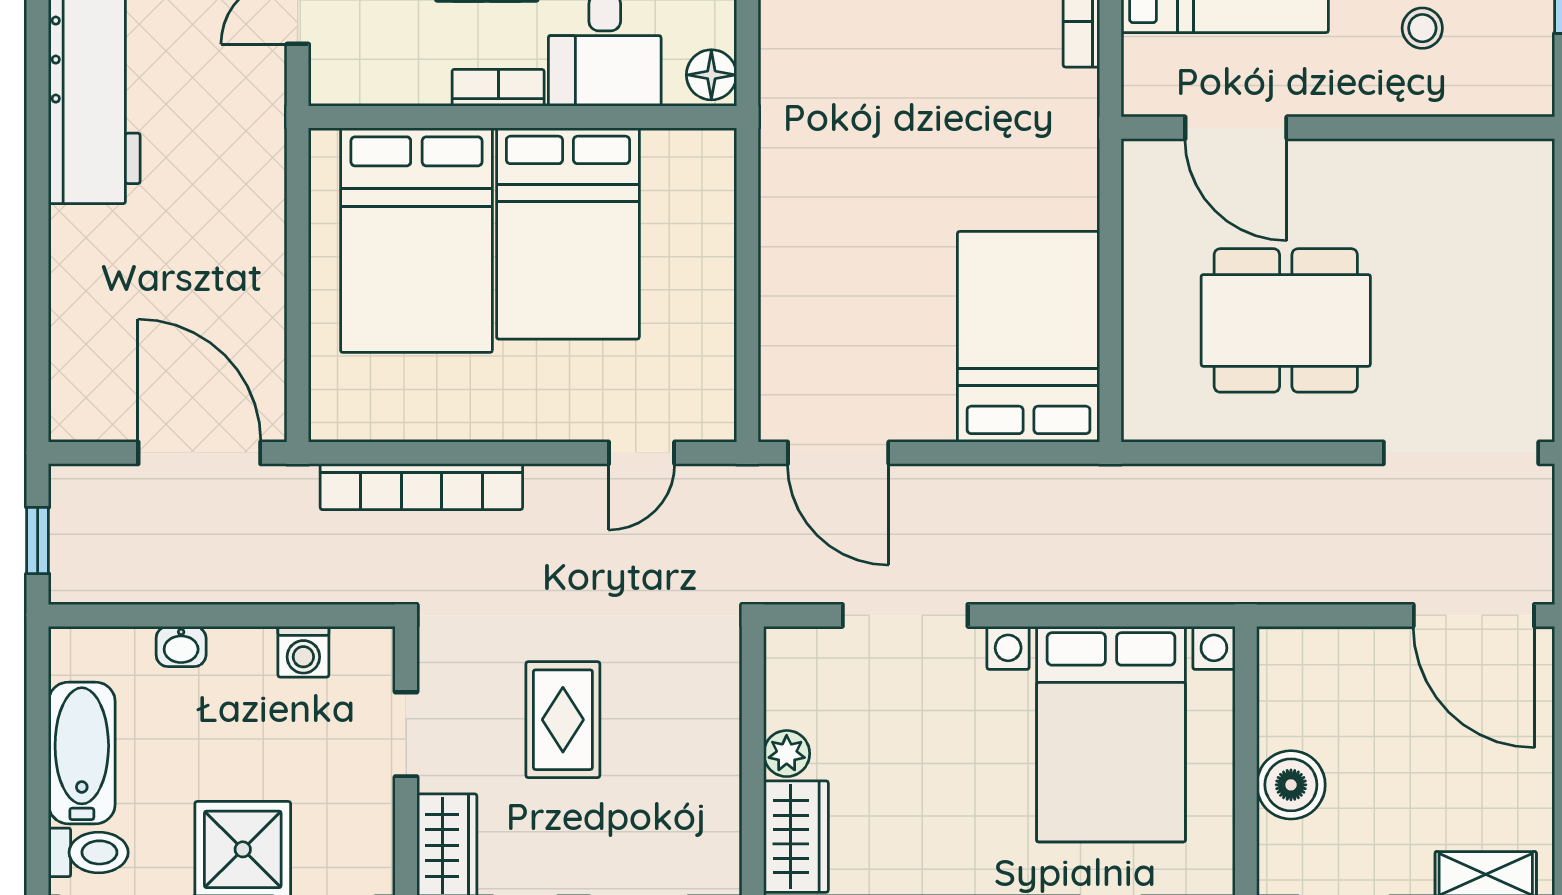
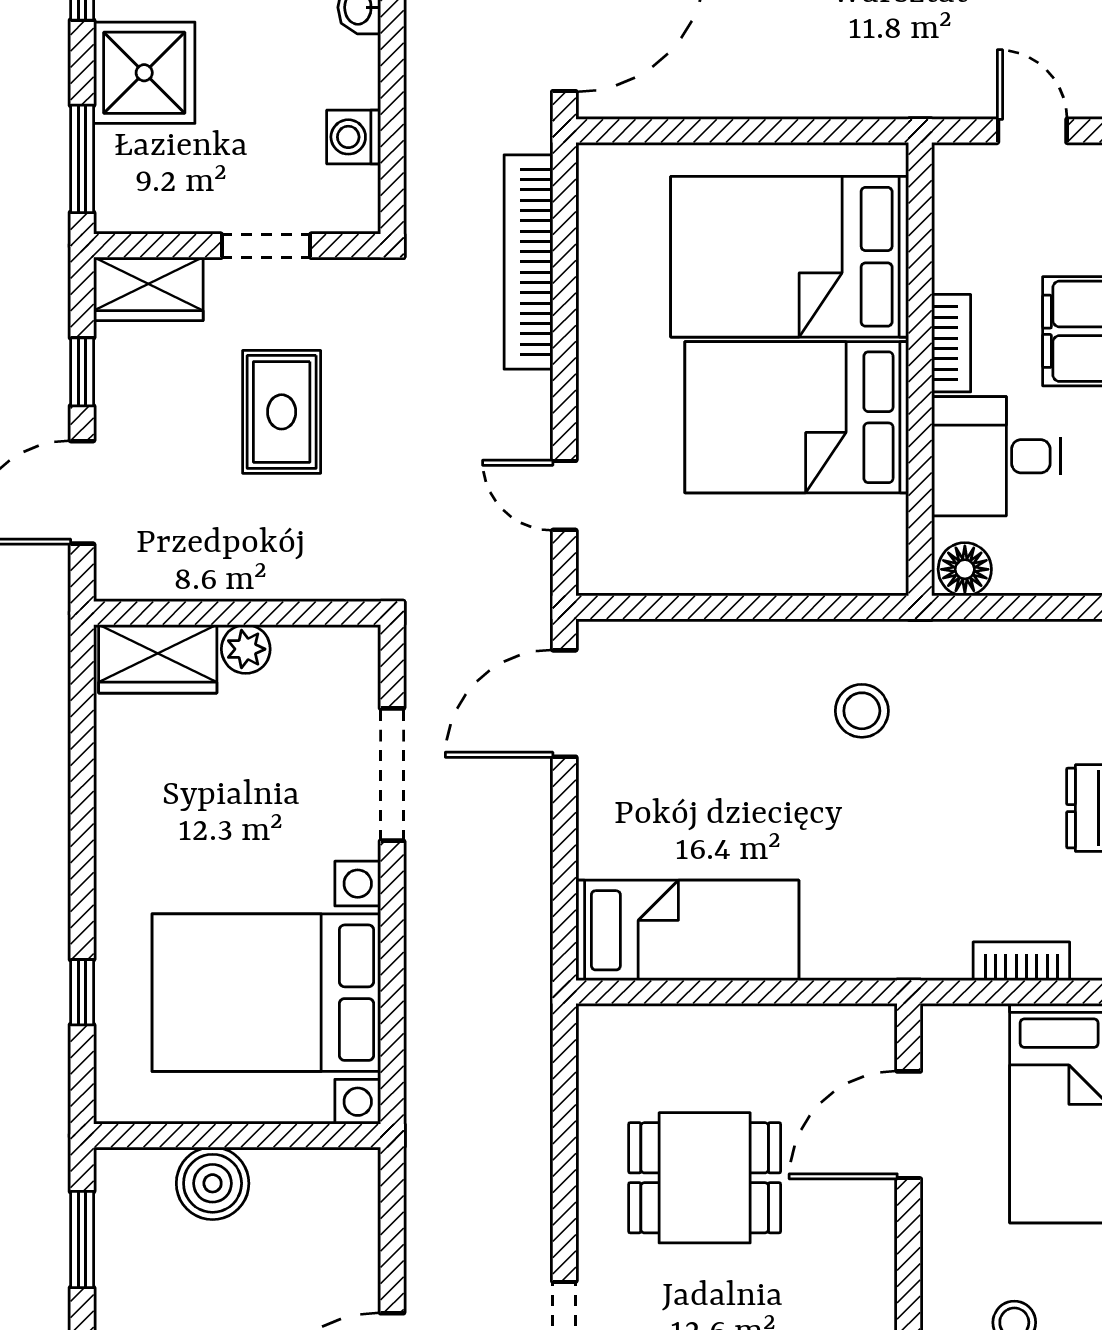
stool: (845, 172) -> (862, 711), added
dining table: (1286, 320) -> (705, 1178), width x0.73
bed: (1029, 337) -> (687, 930), width x0.67
rug: (563, 720) -> (282, 412), turned 90

